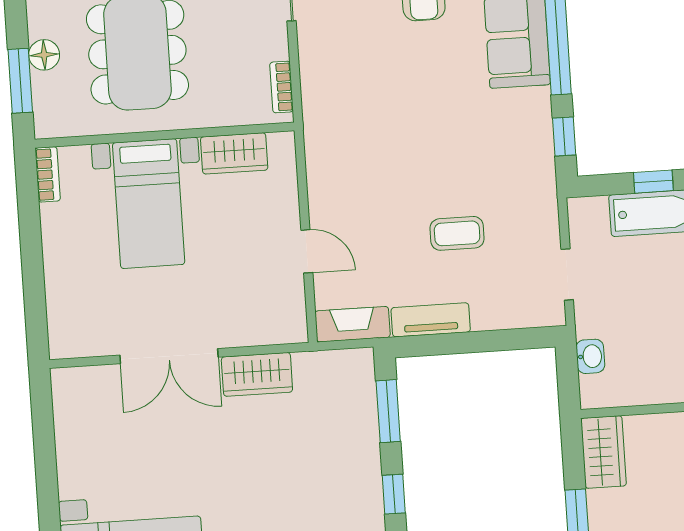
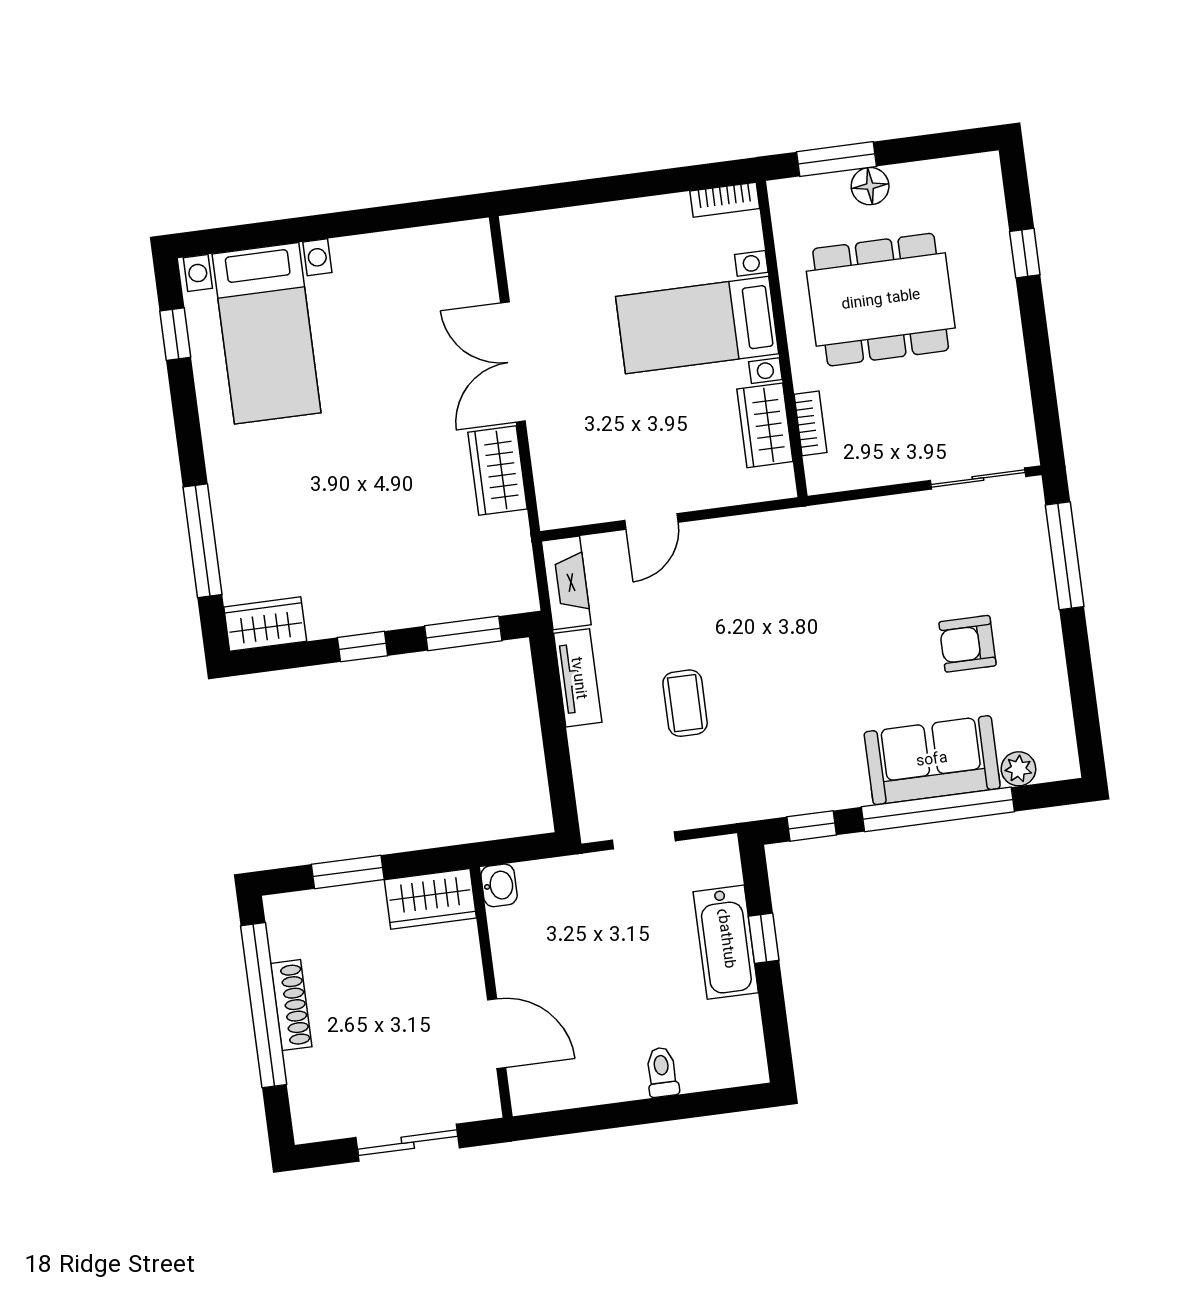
bookcase: (282, 87) -> (810, 423), moved, turned 90
washbasin: (590, 356) -> (499, 885), moved, turned -90

